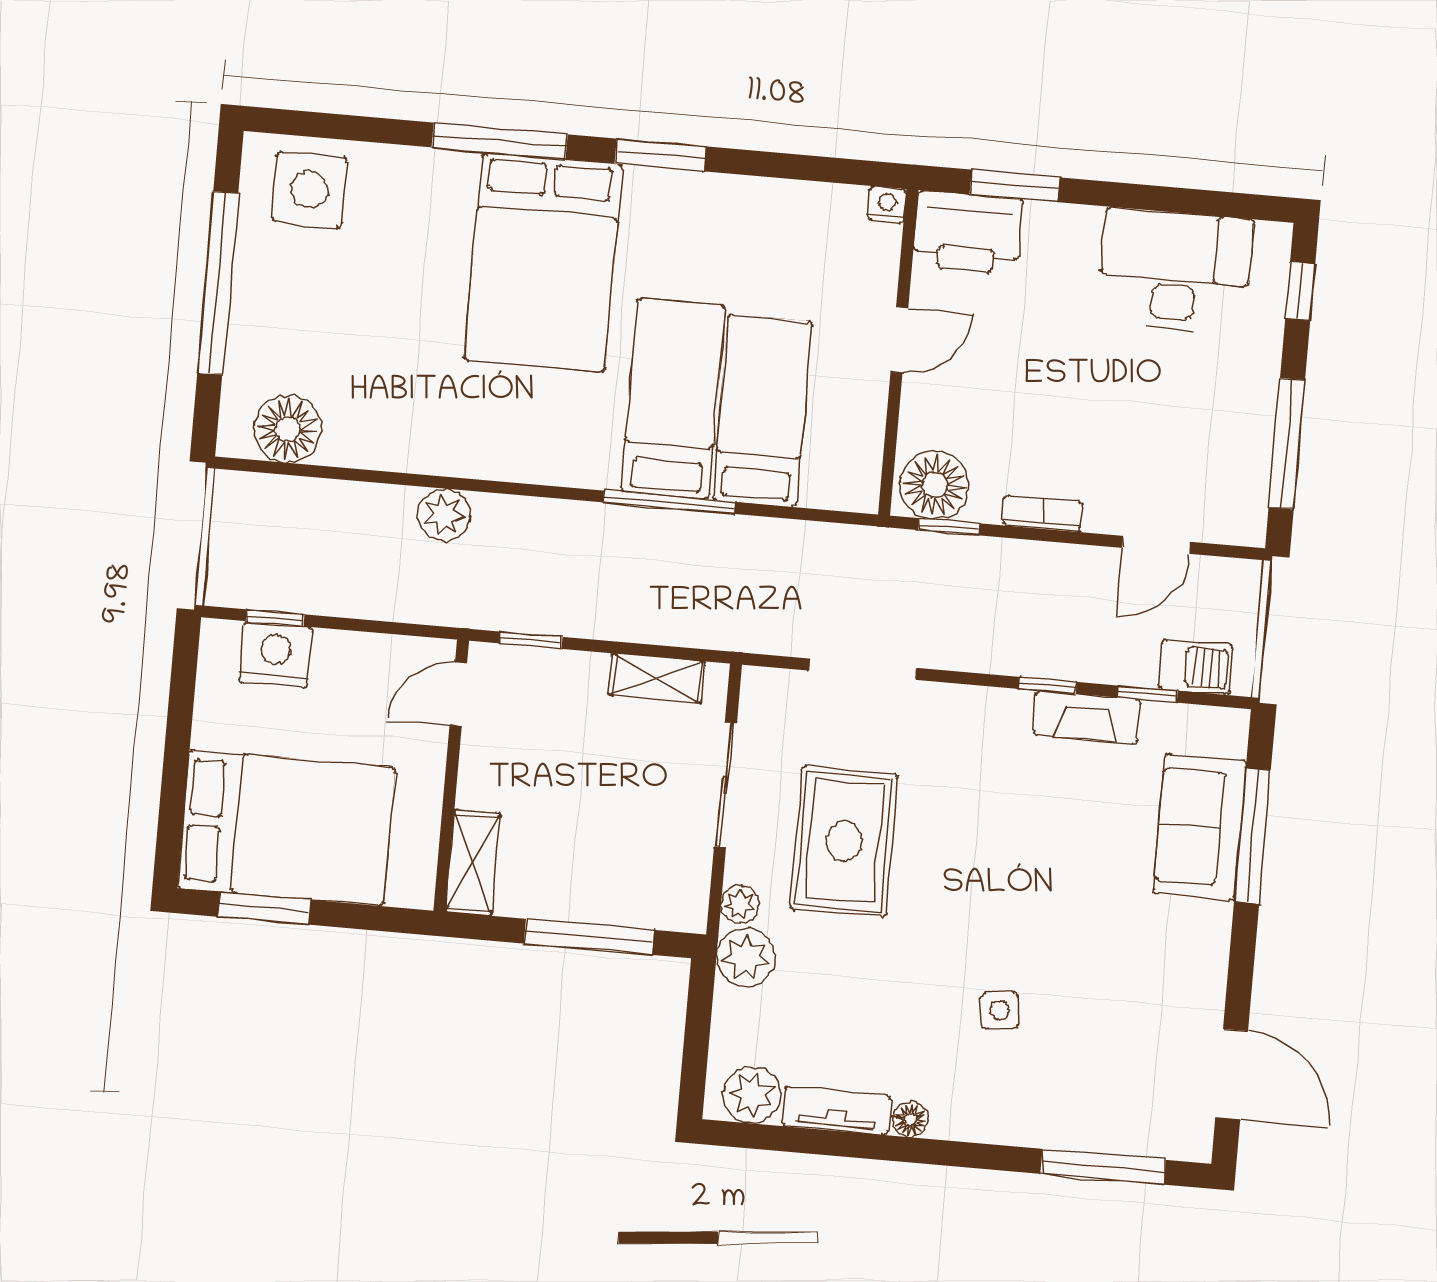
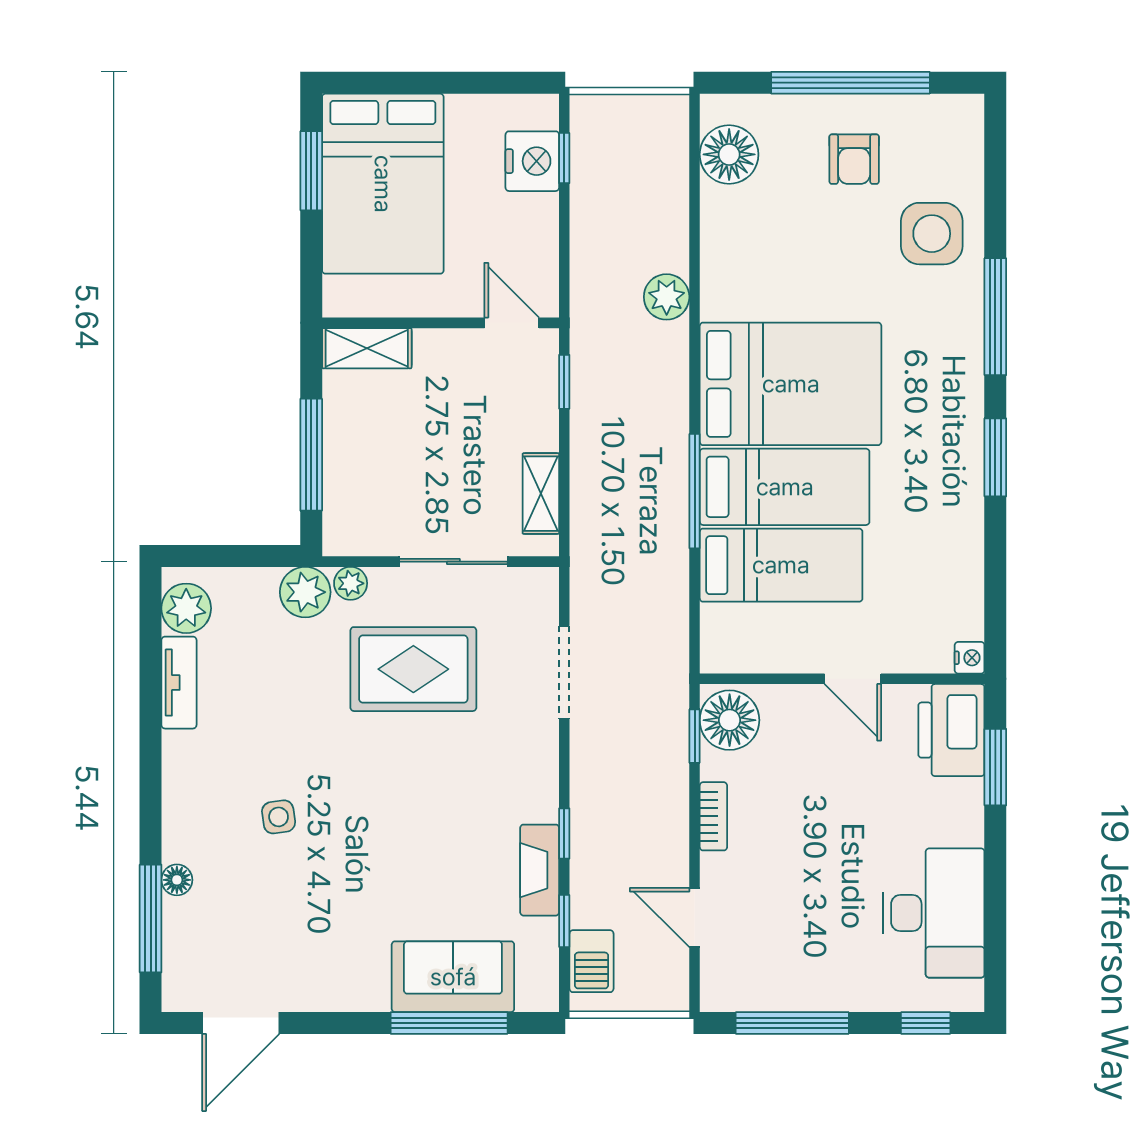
side table: (309, 190) -> (932, 234), moved
bed: (543, 262) -> (791, 384), moved, turned 180
armchair: (305, 287) -> (854, 159), added
floor lamp: (910, 1120) -> (177, 880), moved

